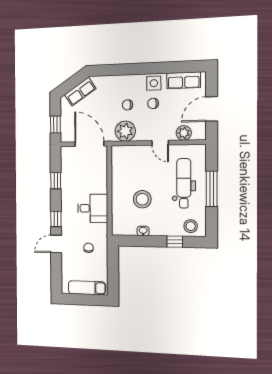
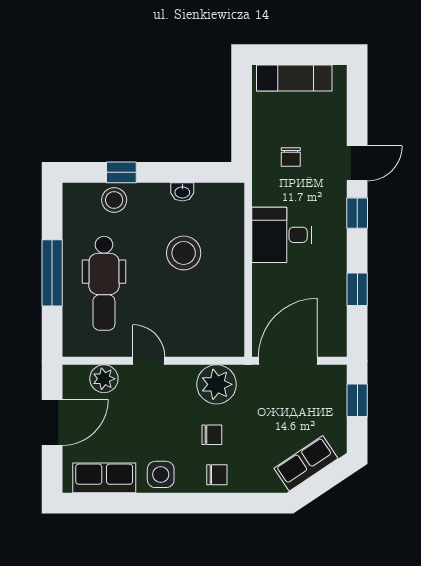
chair: (153, 103) -> (217, 475), moved
door: (89, 144) -> (288, 361), swing flipped
stool: (191, 226) -> (114, 200), moved

